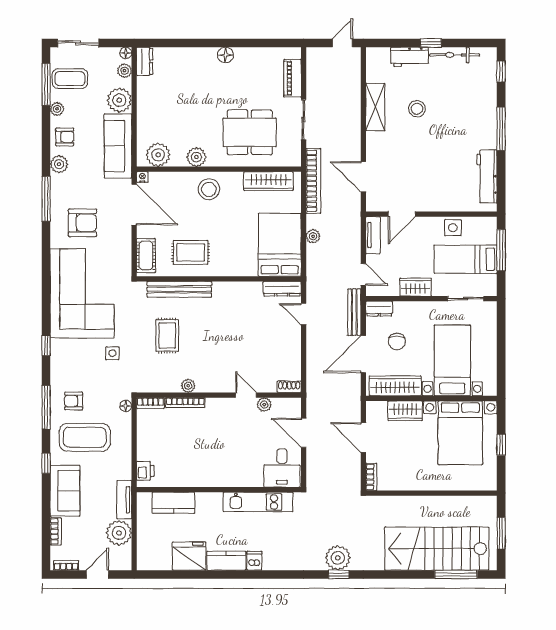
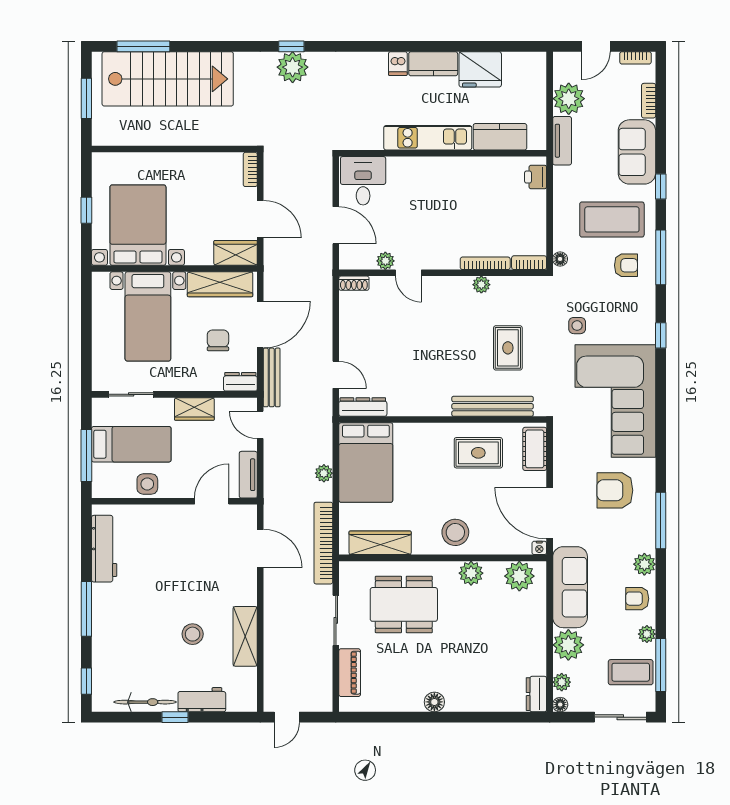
wardrobe: (405, 411) -> (236, 253), moved
kitchen unit: (258, 502) -> (428, 138), moved

